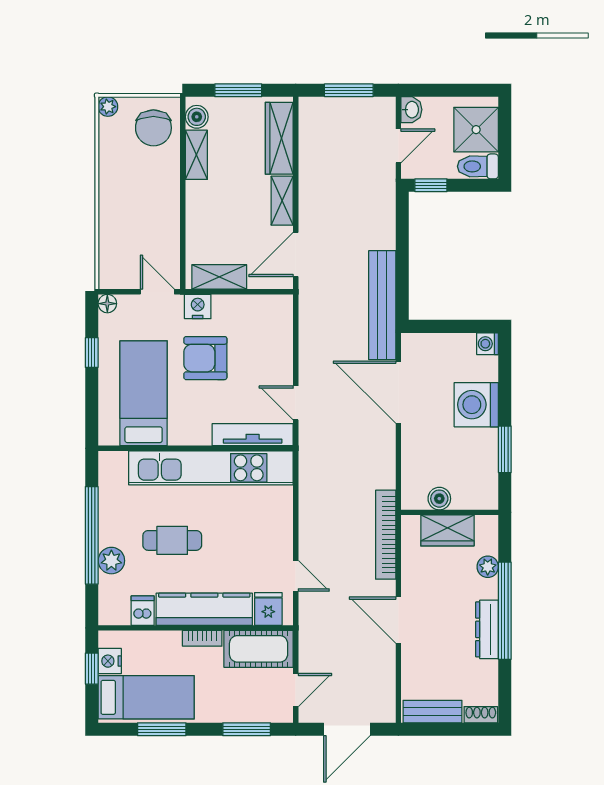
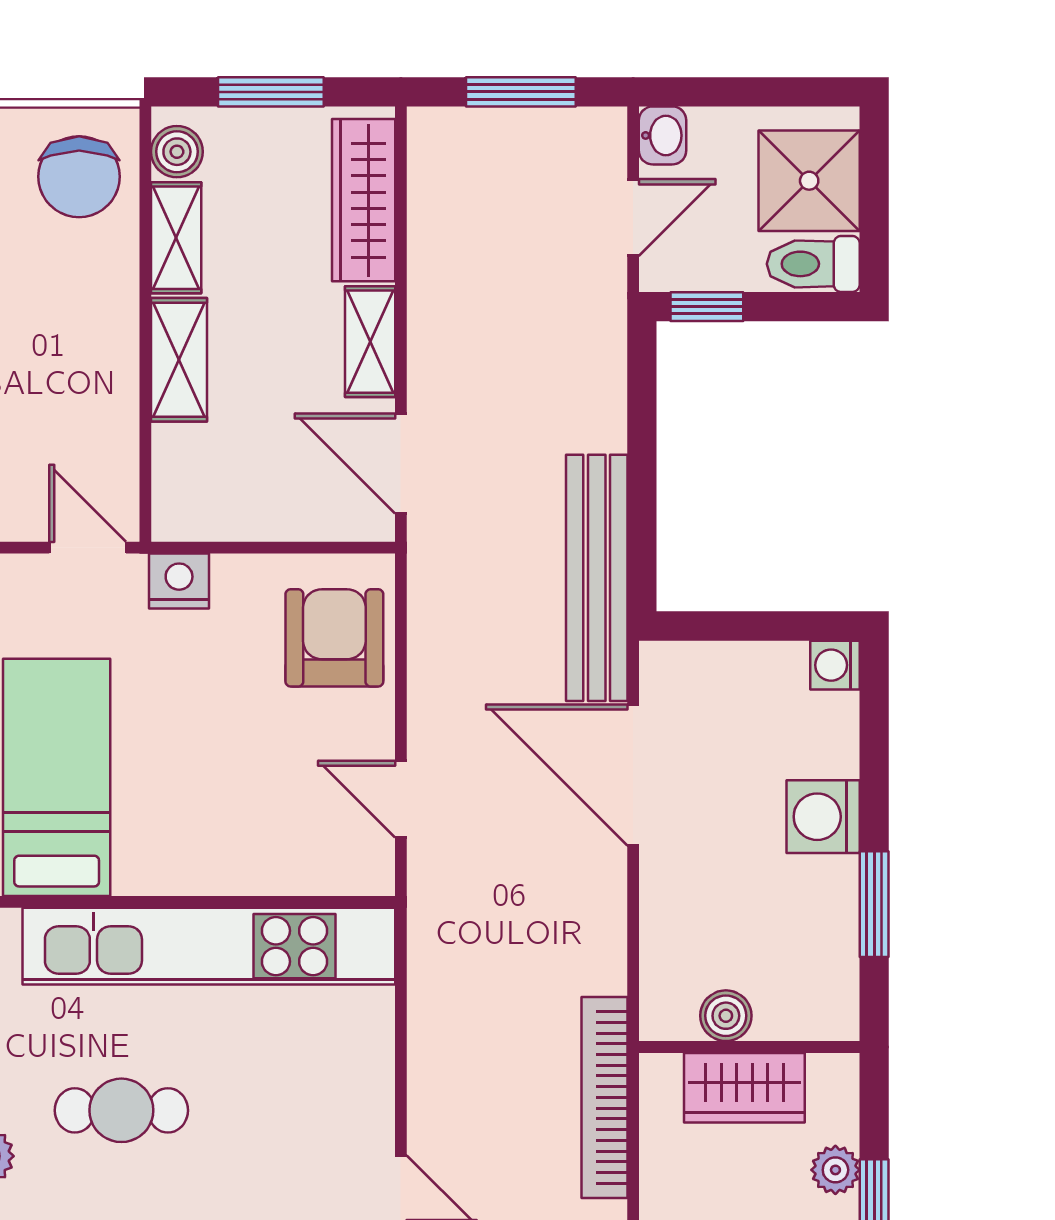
door: (296, 255) -> (401, 463), hinge flipped
shelving: (219, 277) -> (179, 360), moved, turned 90
armchair: (205, 358) -> (334, 638), moved, turned 90
washing machine: (476, 405) -> (823, 817), width x0.73, depth x0.73
tv unit: (253, 435) -> (303, 871), removed

